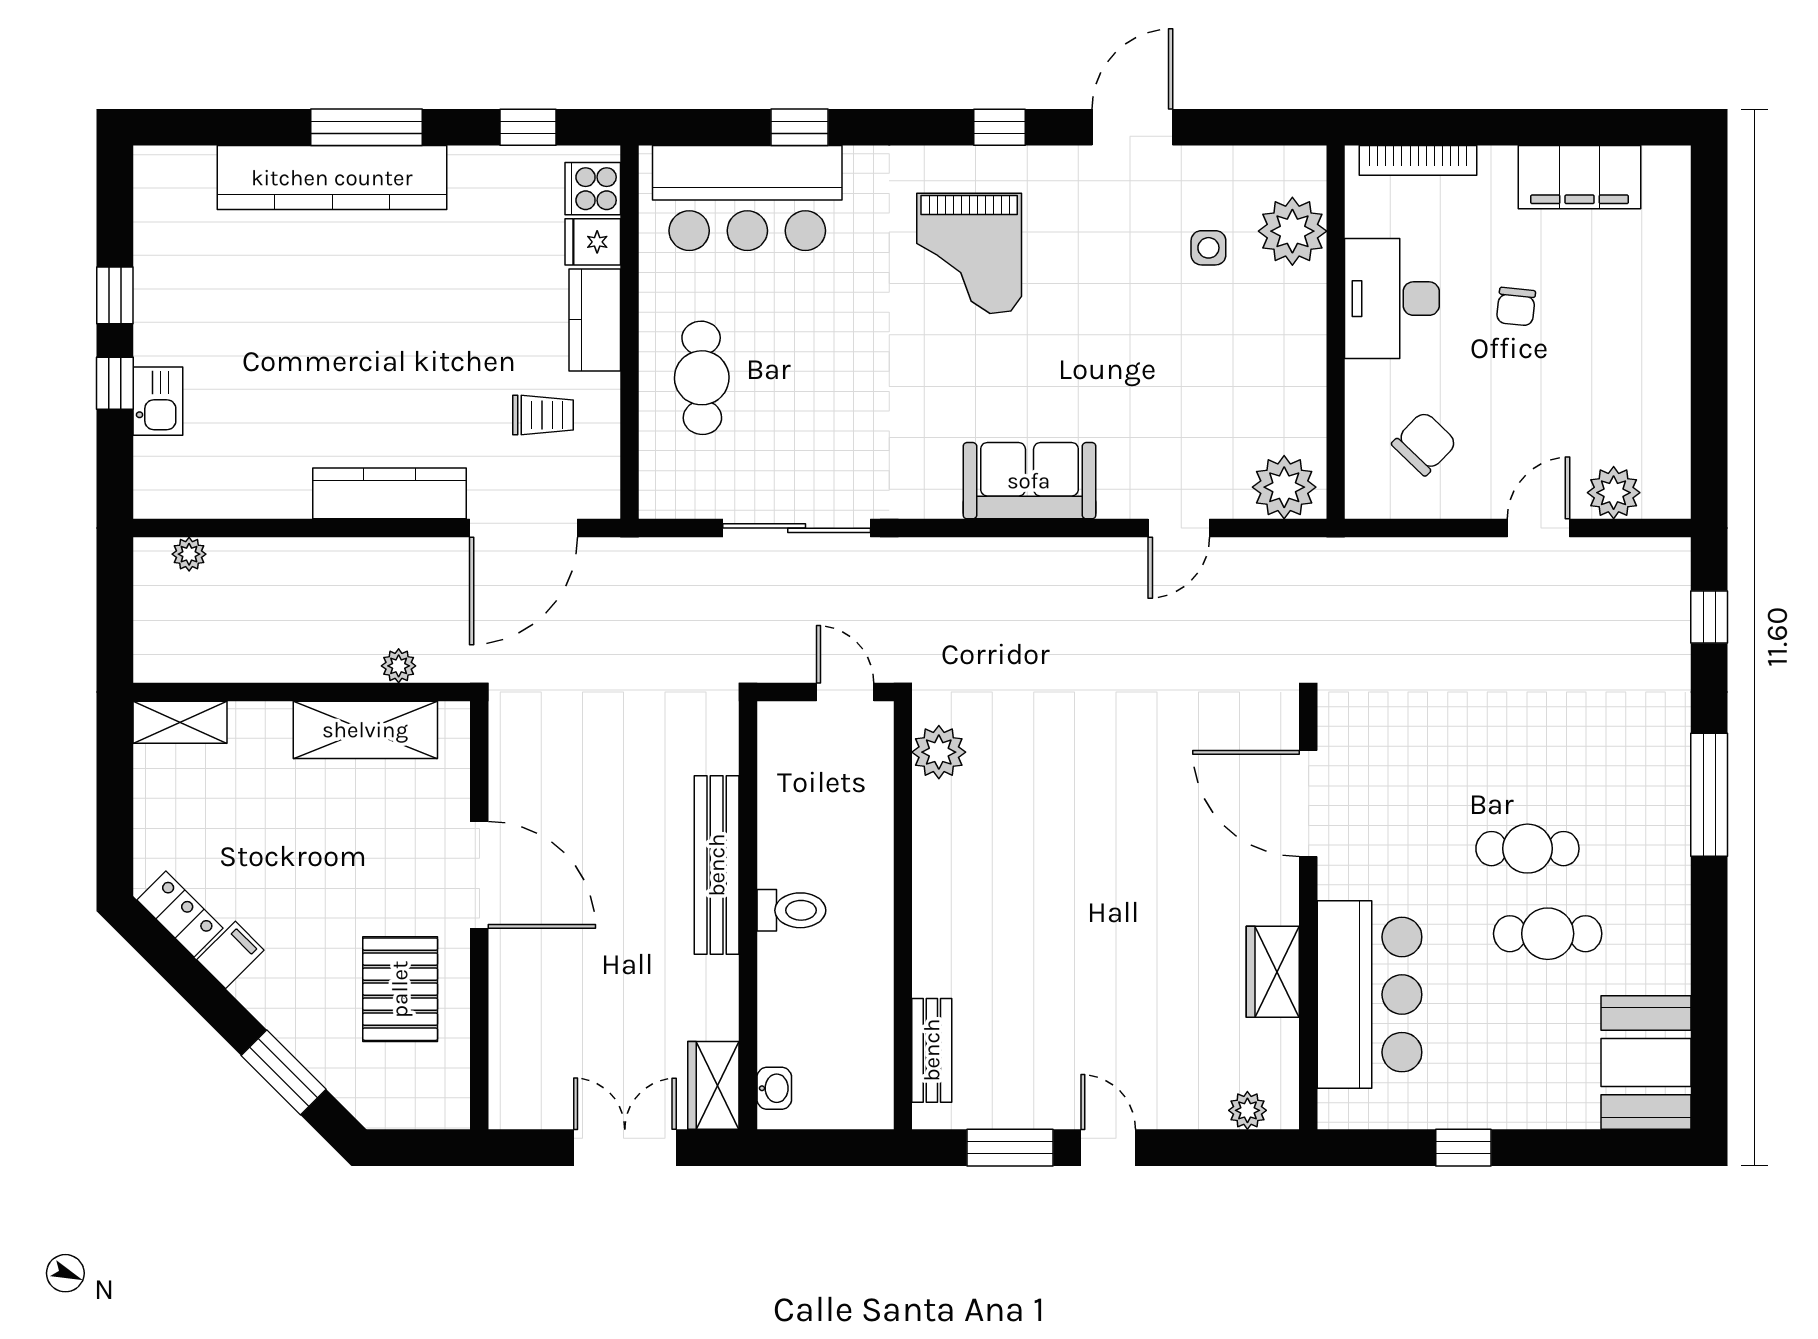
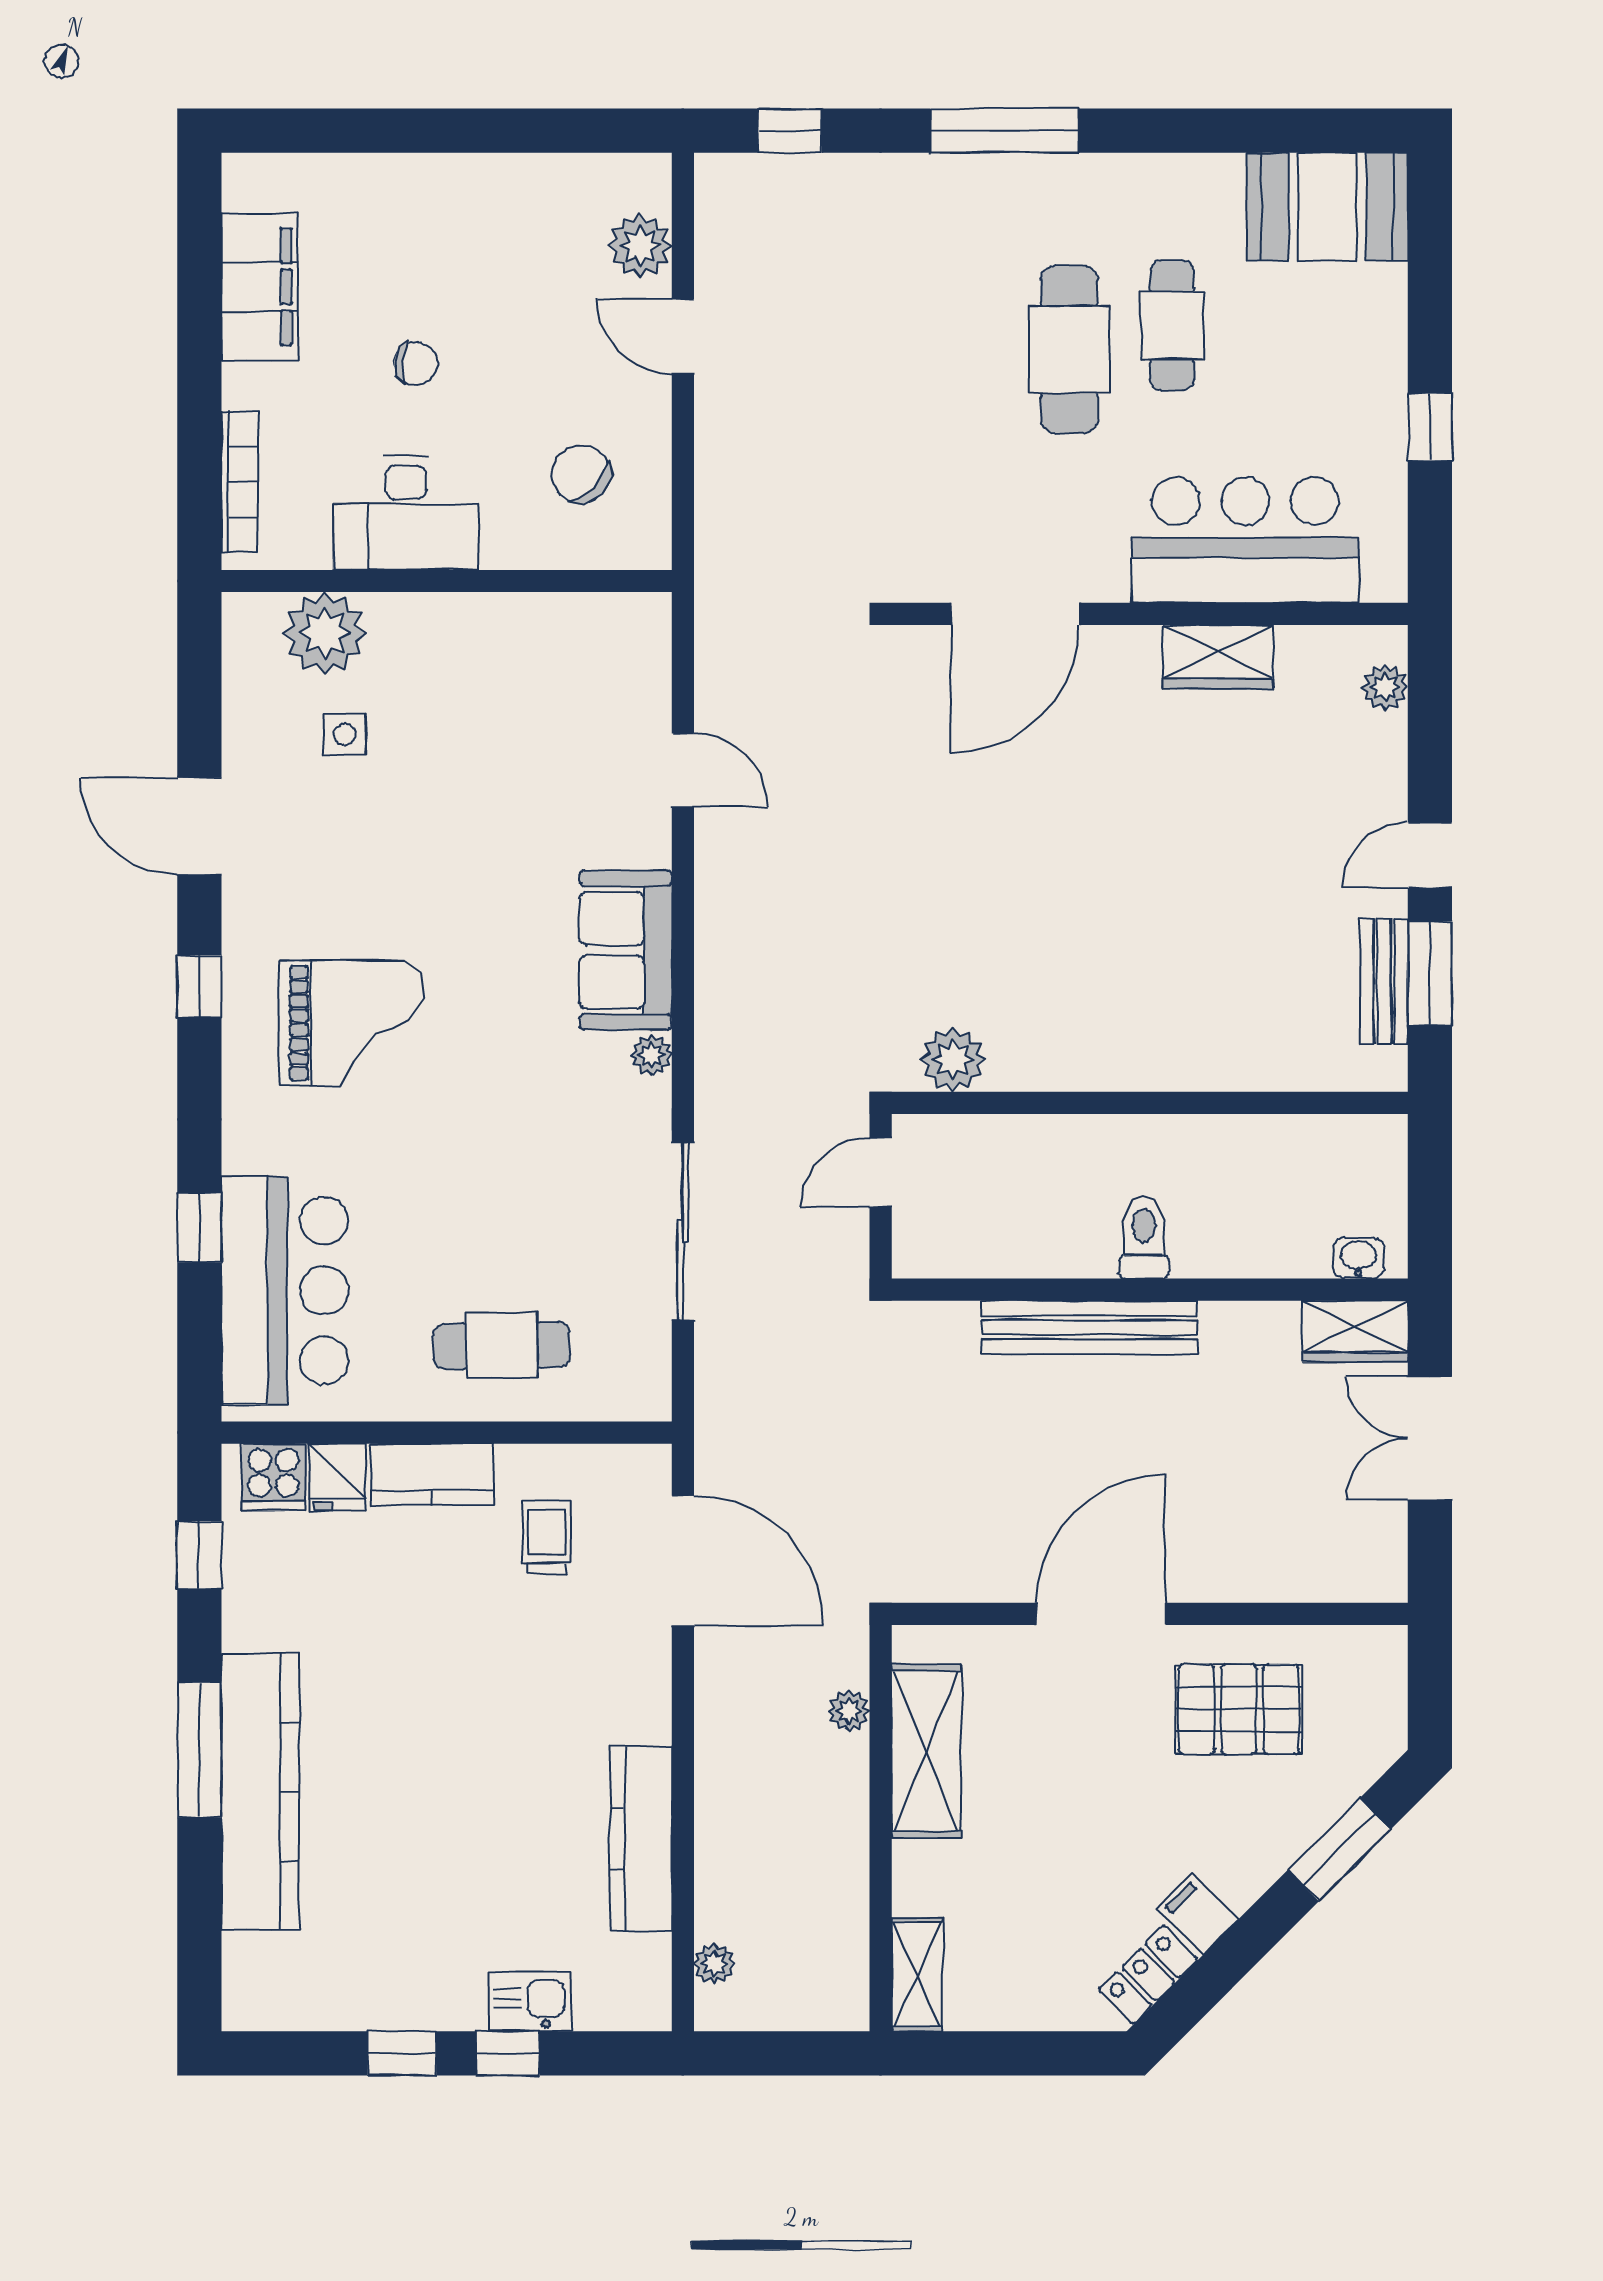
plant: (1284, 487) -> (651, 1055), moved, width x0.53, depth x0.53
kitchen counter: (390, 493) -> (641, 1839), moved
cafe table: (1527, 849) -> (1069, 350), width x1.37, depth x1.35
bench: (932, 1050) -> (1384, 981), moved, turned 90

